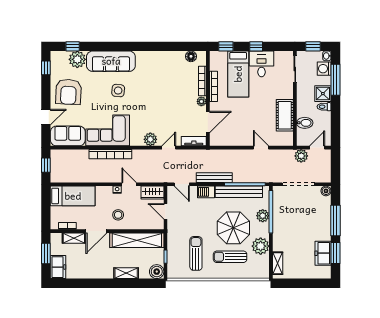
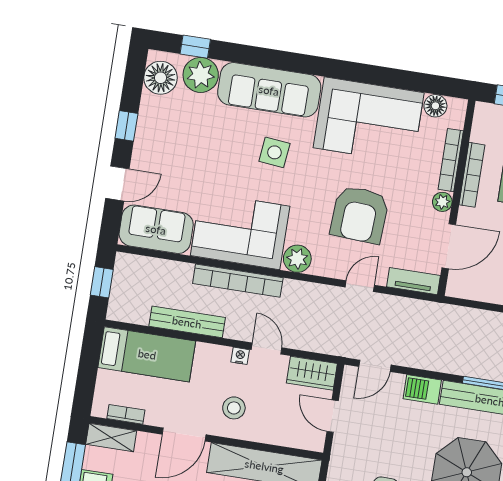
floor lamp: (58, 64) -> (161, 78), added
window: (46, 68) -> (126, 126), moved
corner sofa: (160, 68) -> (369, 120), added
armchair: (69, 92) -> (360, 215), moved
plant: (150, 139) -> (297, 259), moved
bench: (214, 178) -> (187, 322), moved
door: (182, 184) -> (375, 366), hinge flipped
shelving: (74, 238) -> (111, 438), moved

